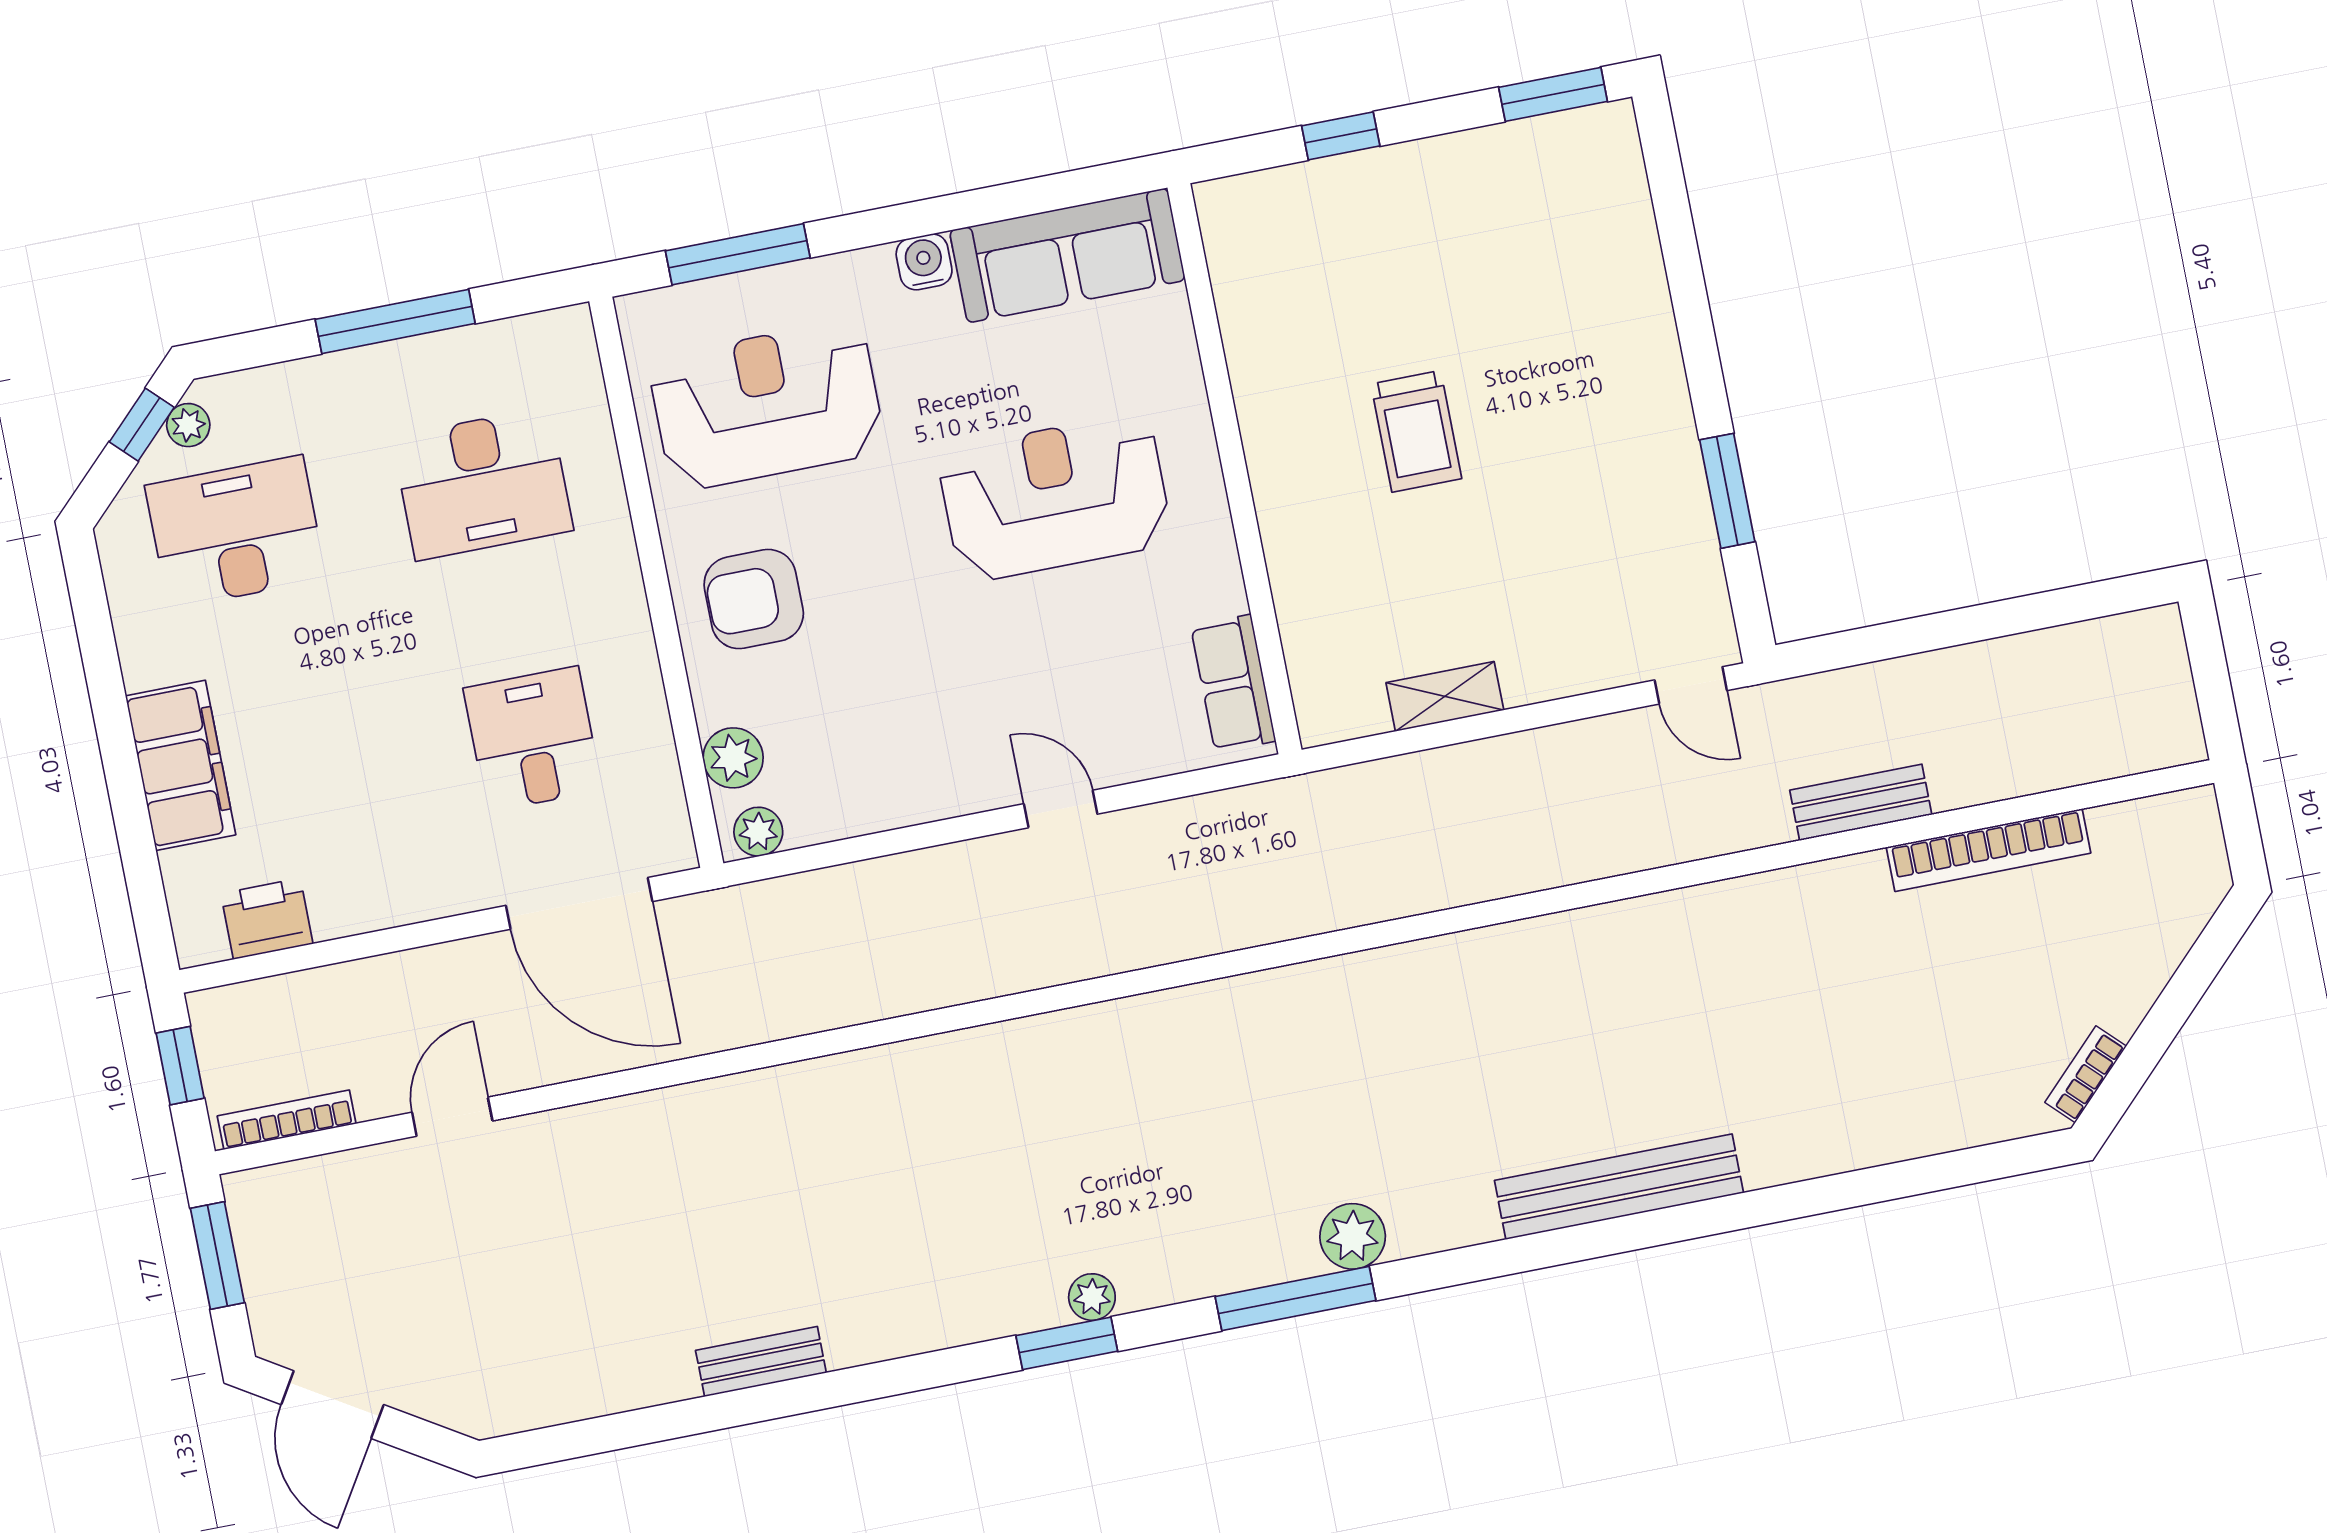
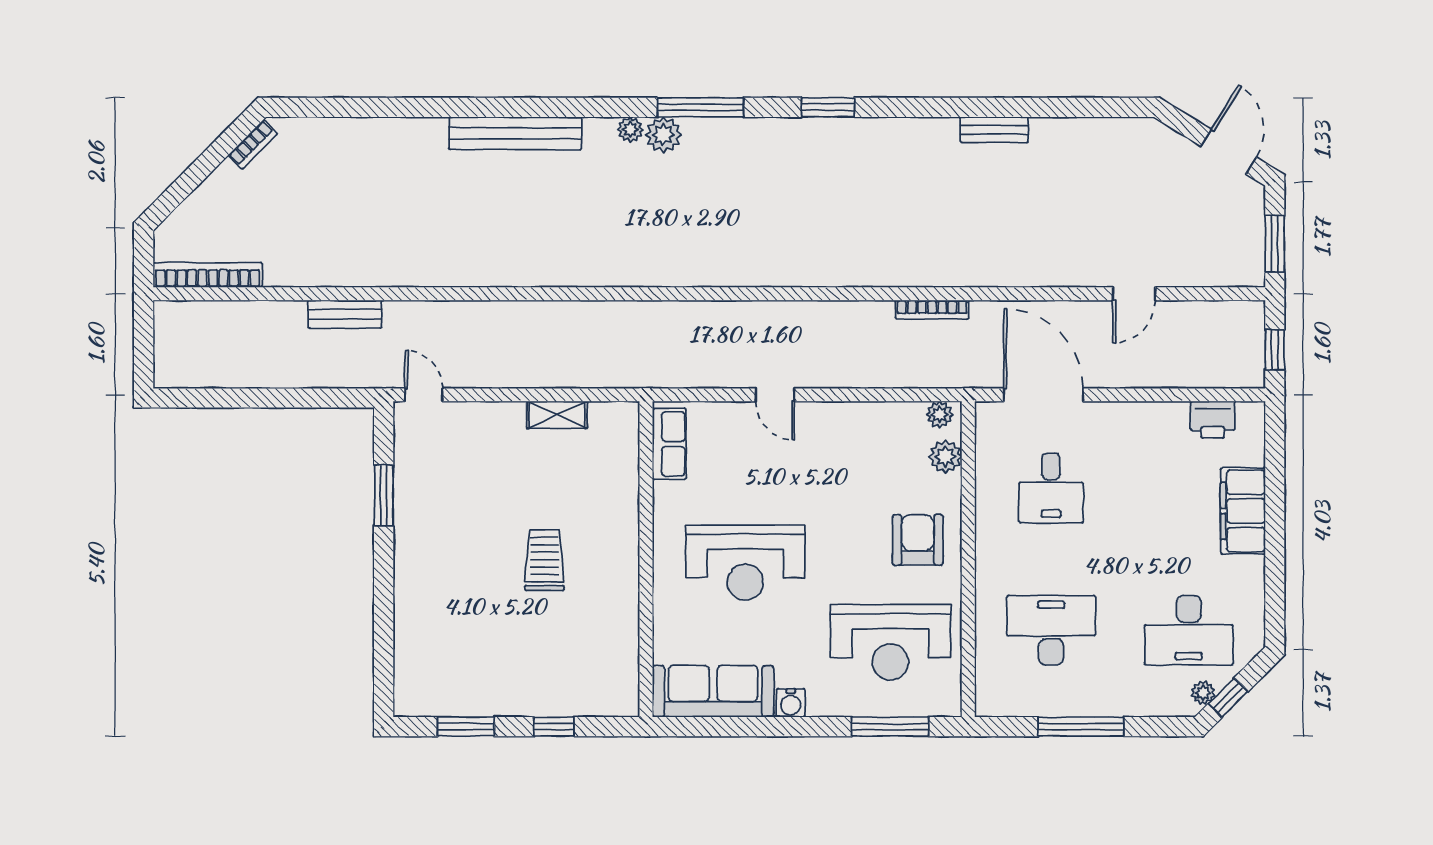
window: (1553, 94) -> (466, 727), moved
armchair: (754, 599) -> (918, 540), turned -90
bookcase: (1989, 850) -> (208, 275), moved
bookcase: (287, 1120) -> (932, 309), moved
plant: (1092, 1297) -> (630, 130), moved

